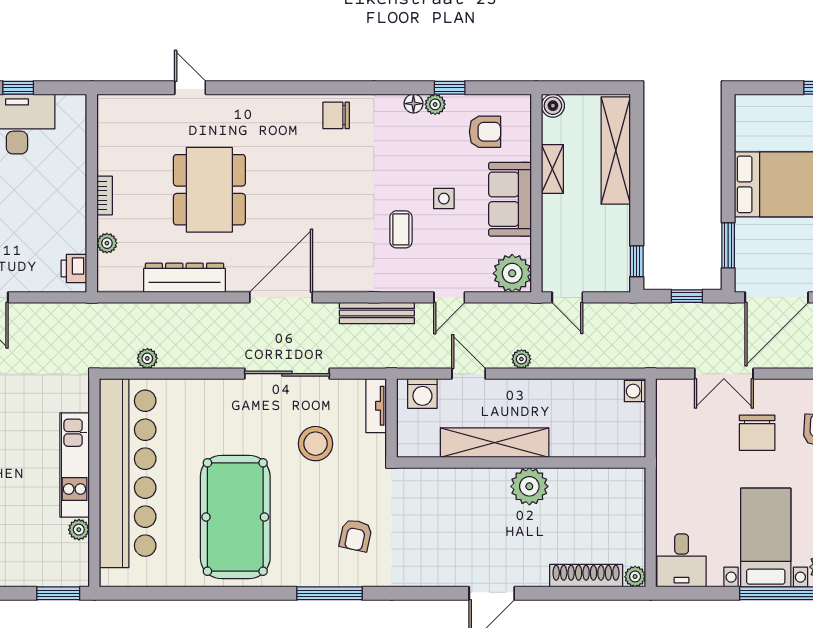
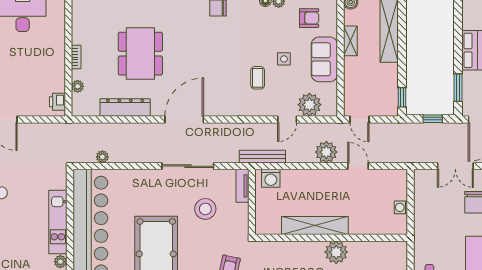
plant: (512, 273) -> (309, 105), moved
bench: (377, 313) -> (262, 157), moved
plant: (521, 359) -> (326, 152), width x1.88, depth x1.88
door: (469, 374) -> (358, 166), moved
washing machine: (635, 391) -> (401, 207), moved
shelving: (495, 443) -> (315, 225), moved
wall: (521, 463) -> (331, 238), moved
plant: (529, 486) -> (336, 252), moved

